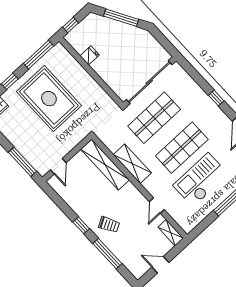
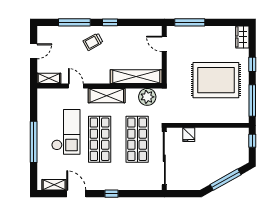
fridge: (90, 55) -> (189, 135), moved
plant: (113, 141) -> (147, 97), added
shelving: (132, 164) -> (107, 96), moved

